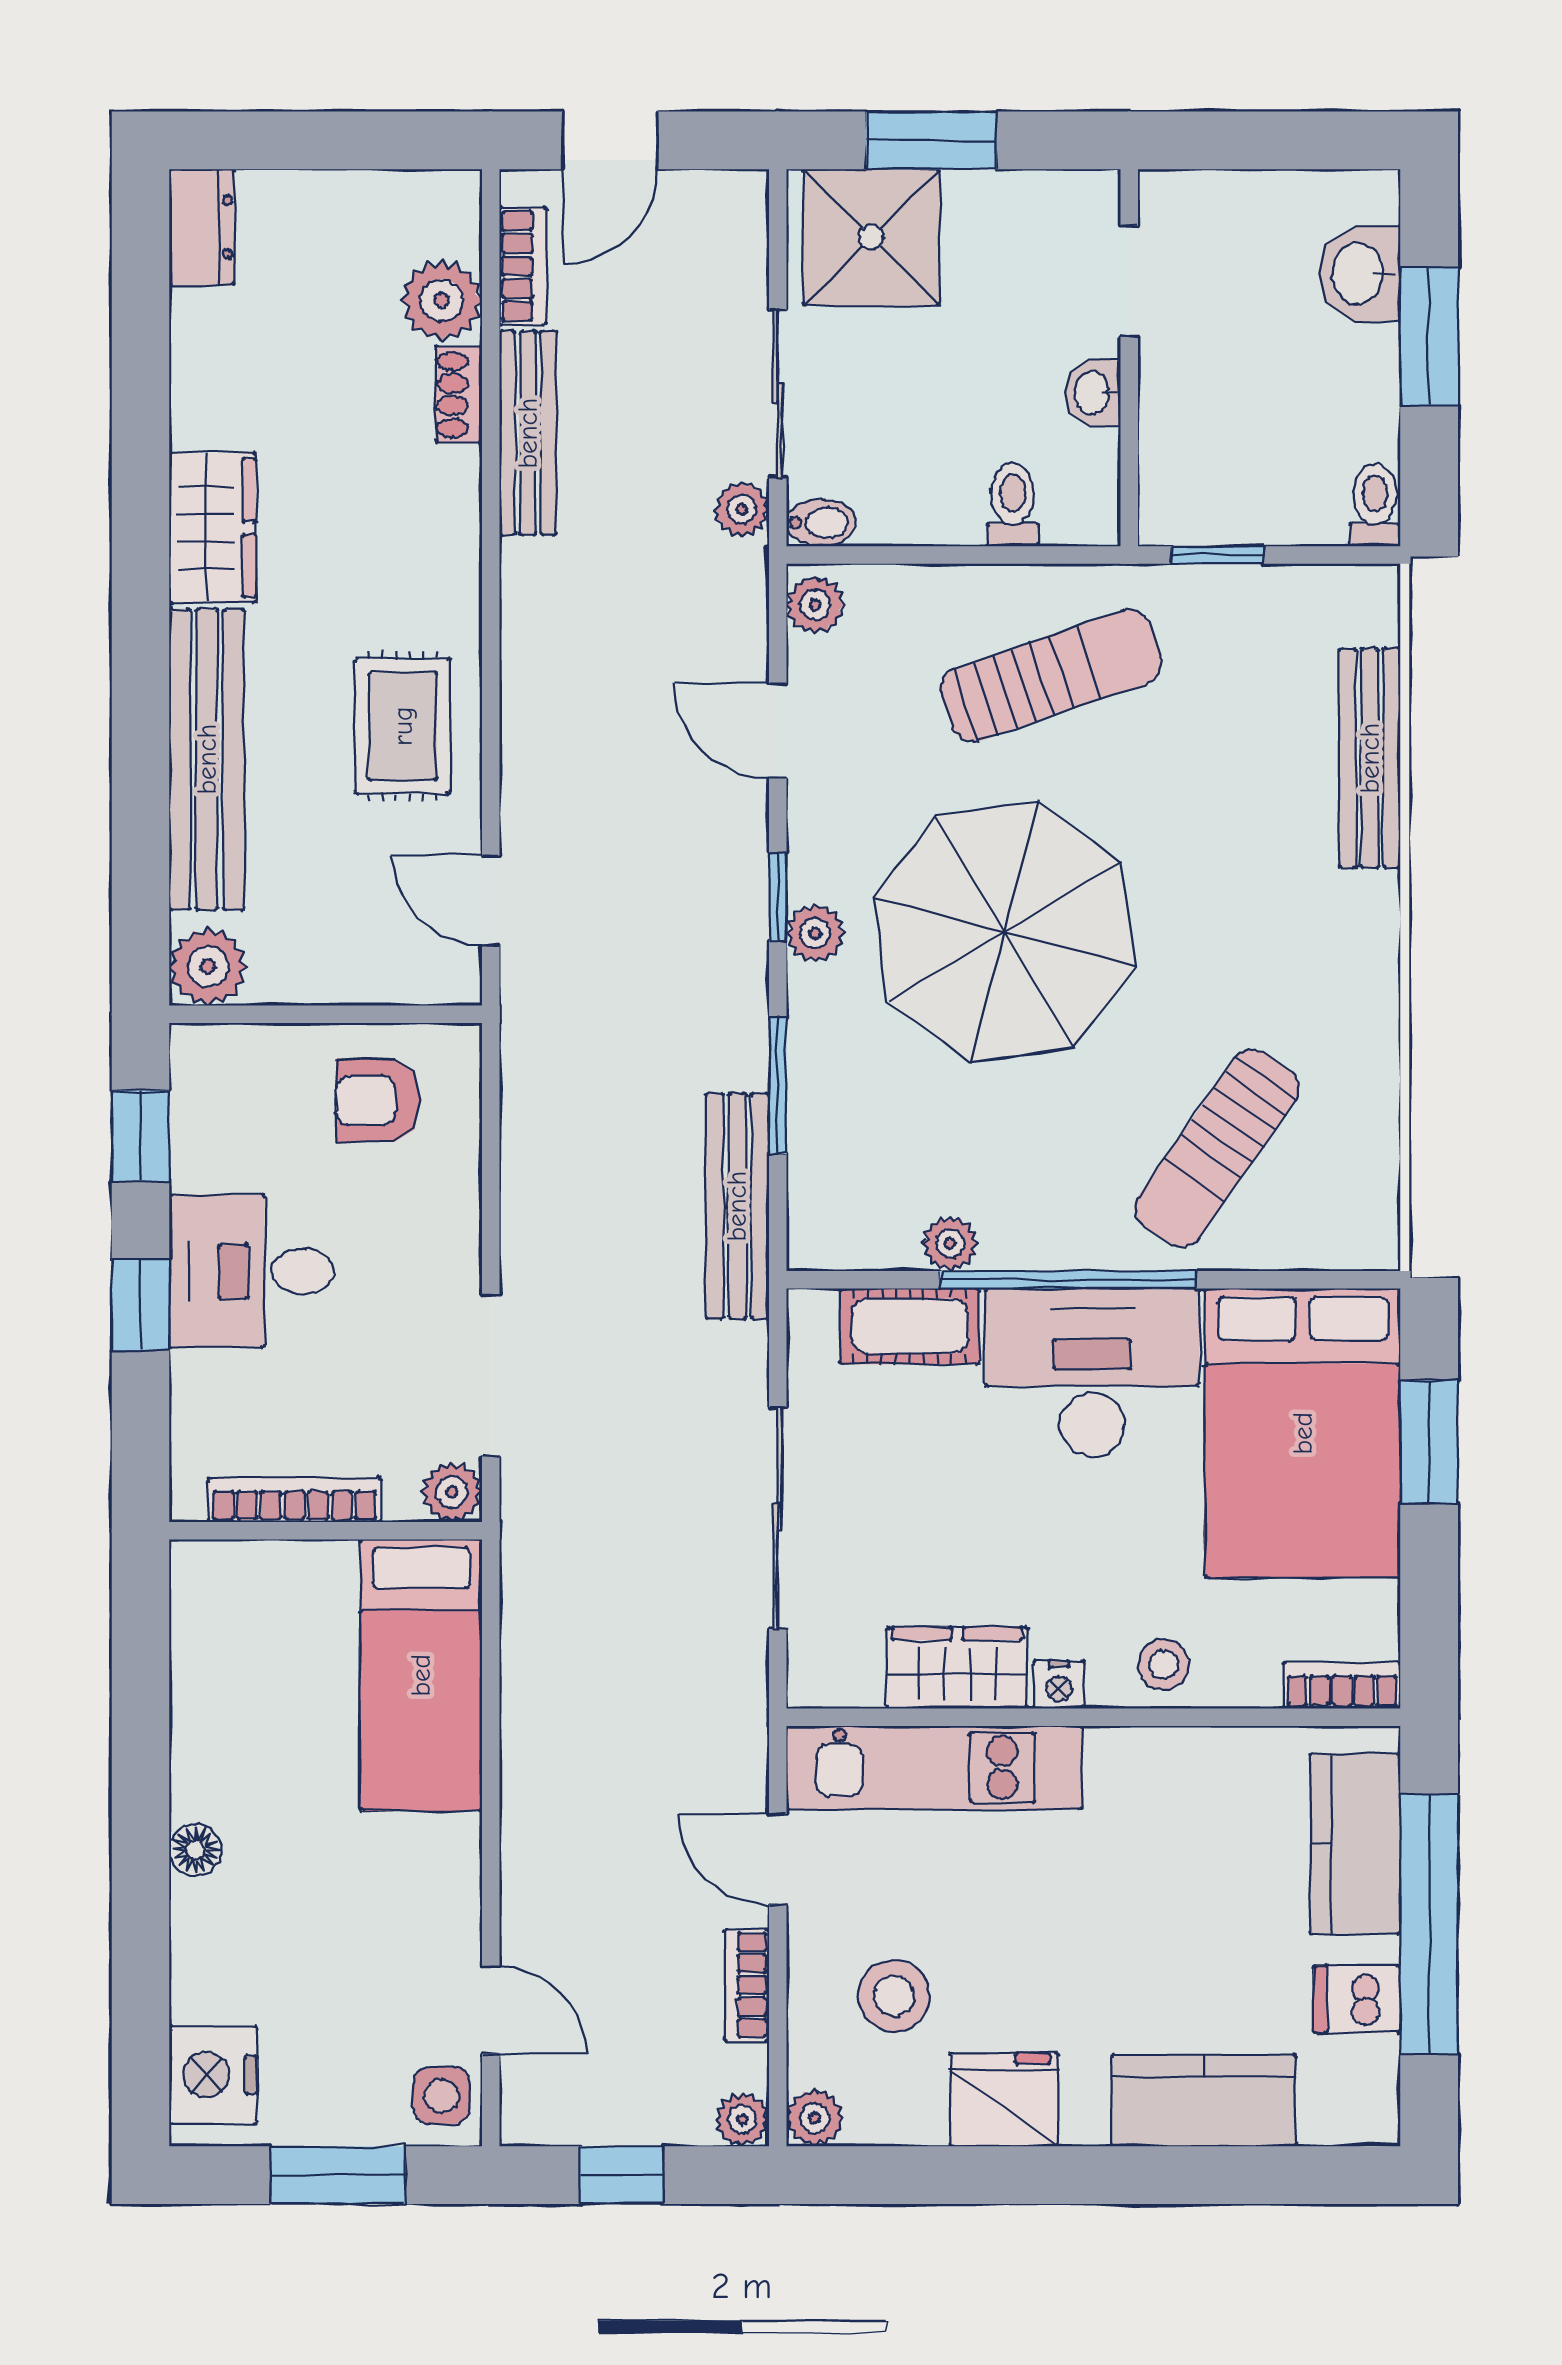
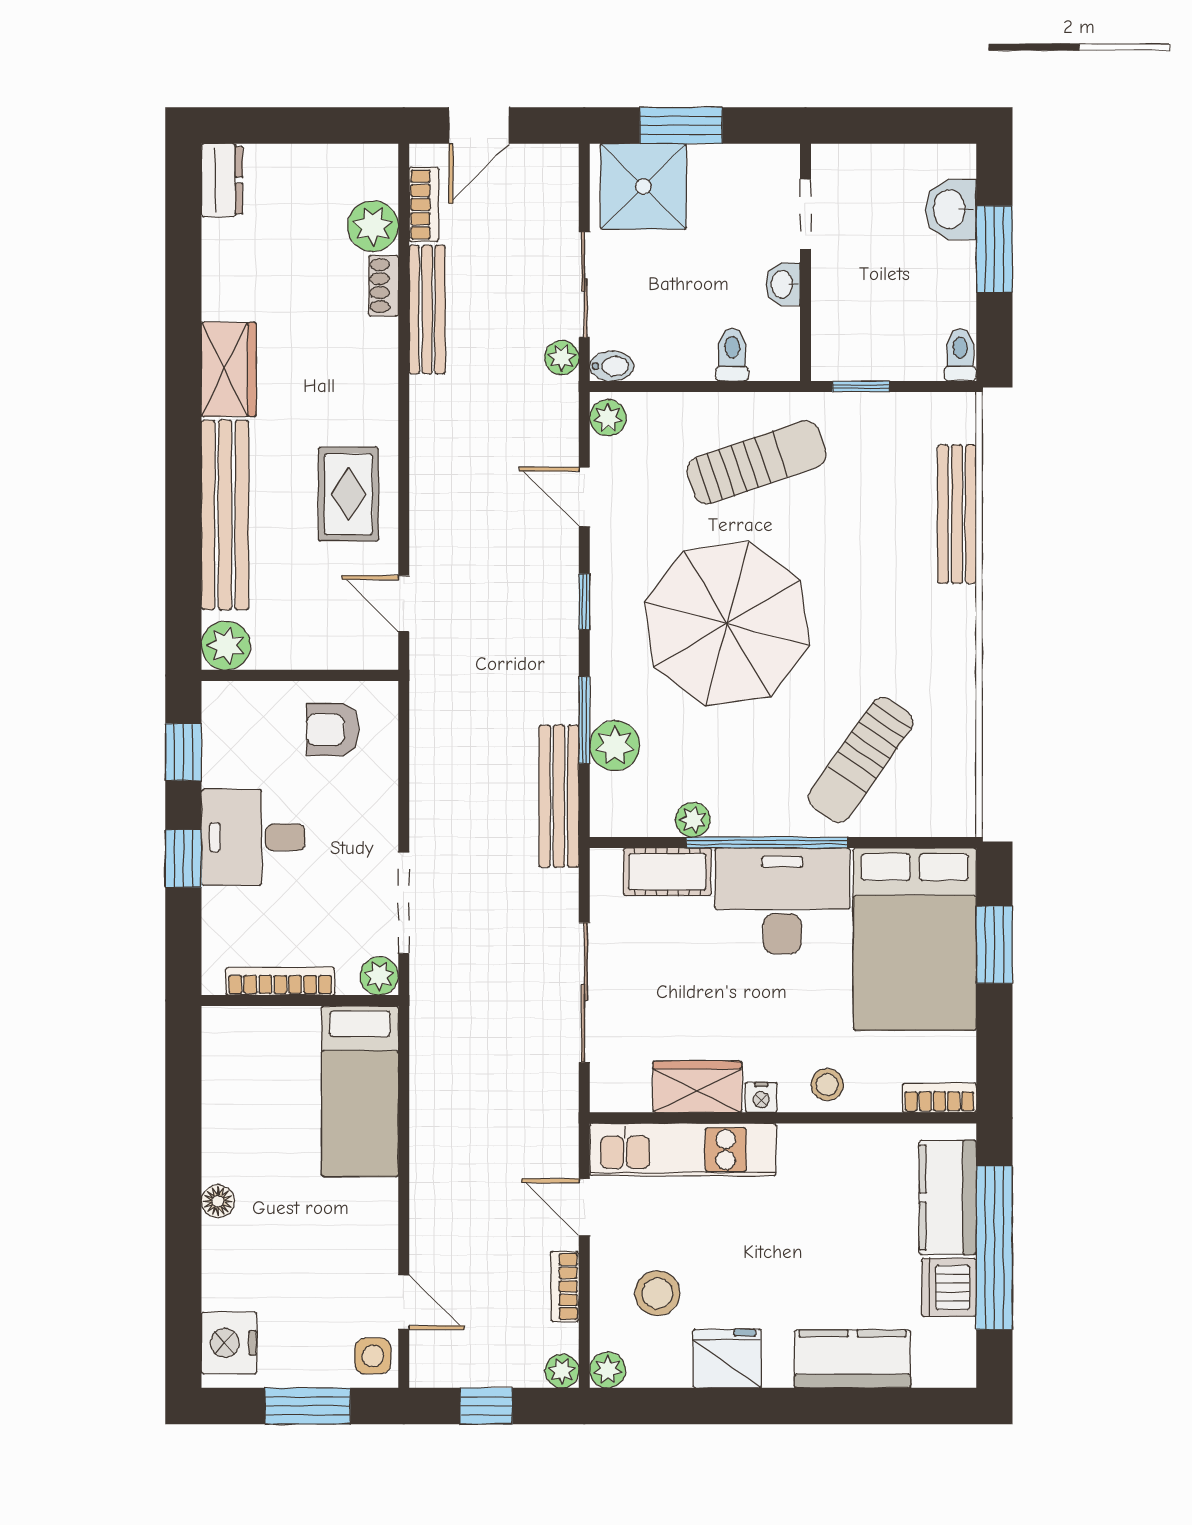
plant: (815, 933) -> (615, 746), moved, width x1.38, depth x1.38
dishwasher: (1357, 1999) -> (949, 1287), width x1.38

